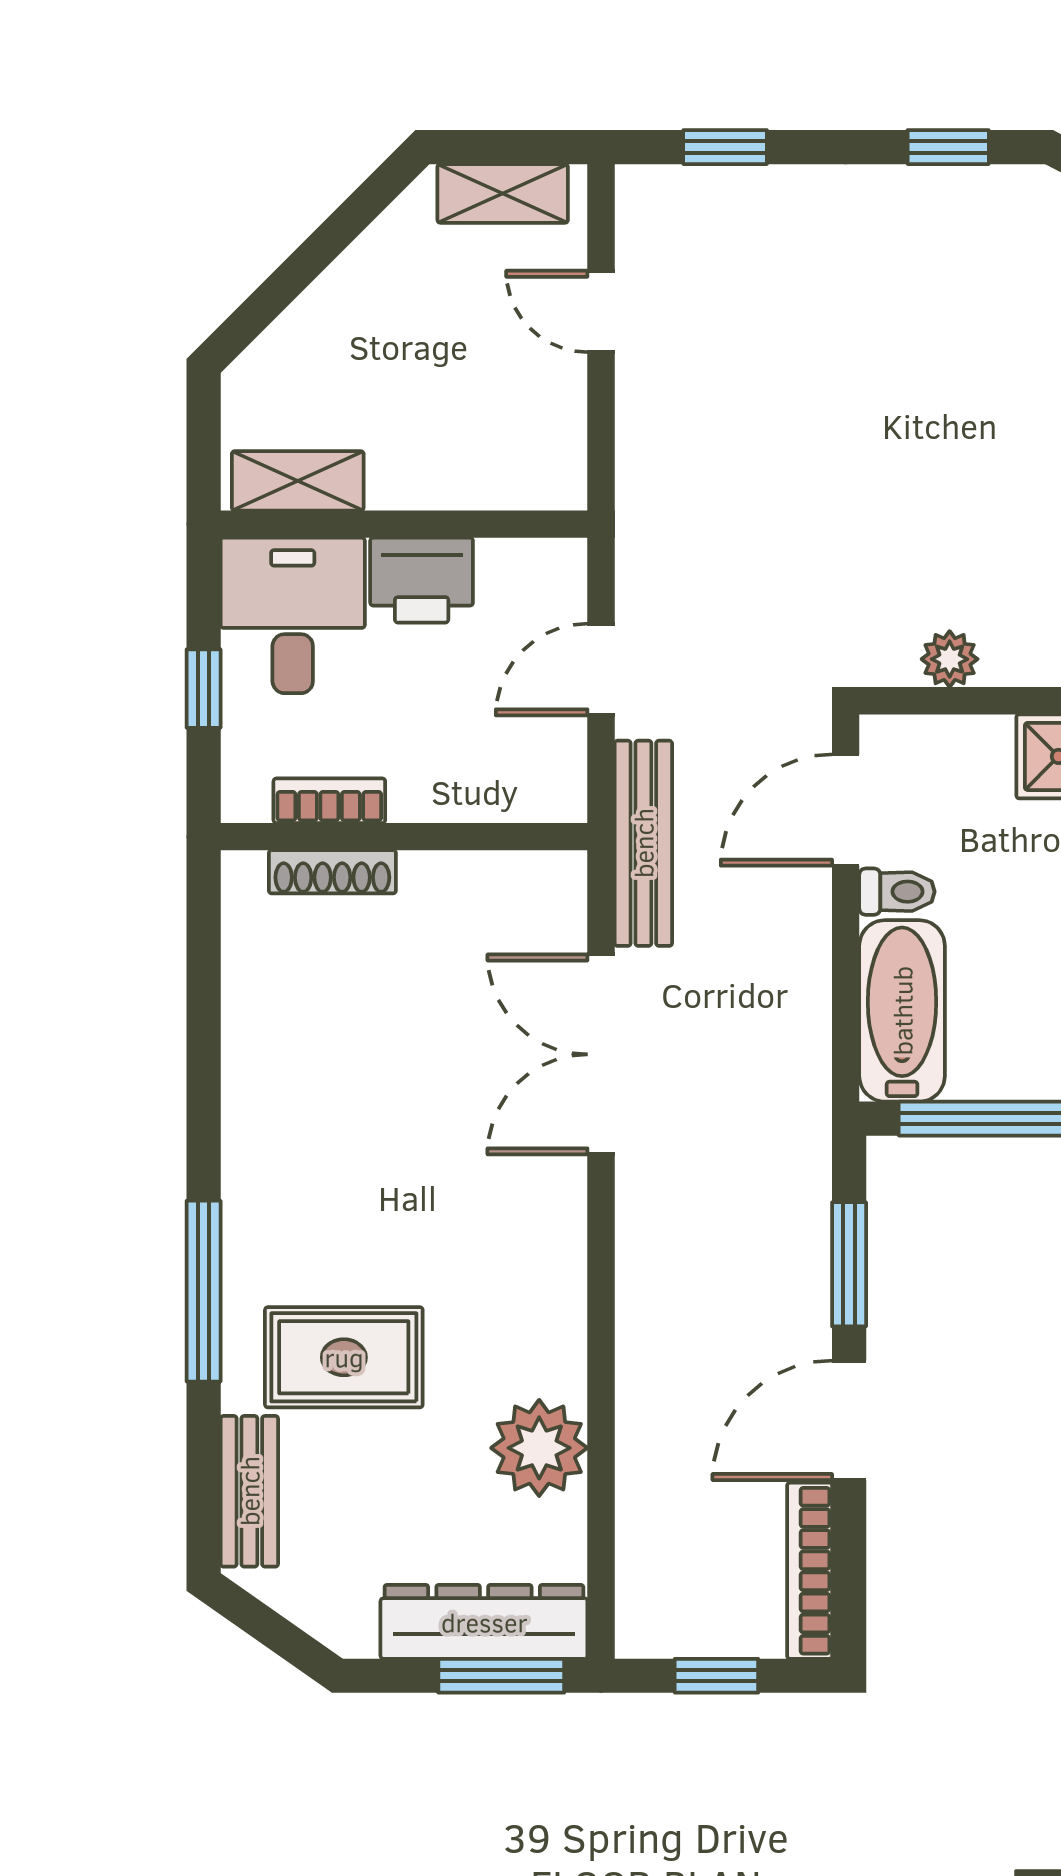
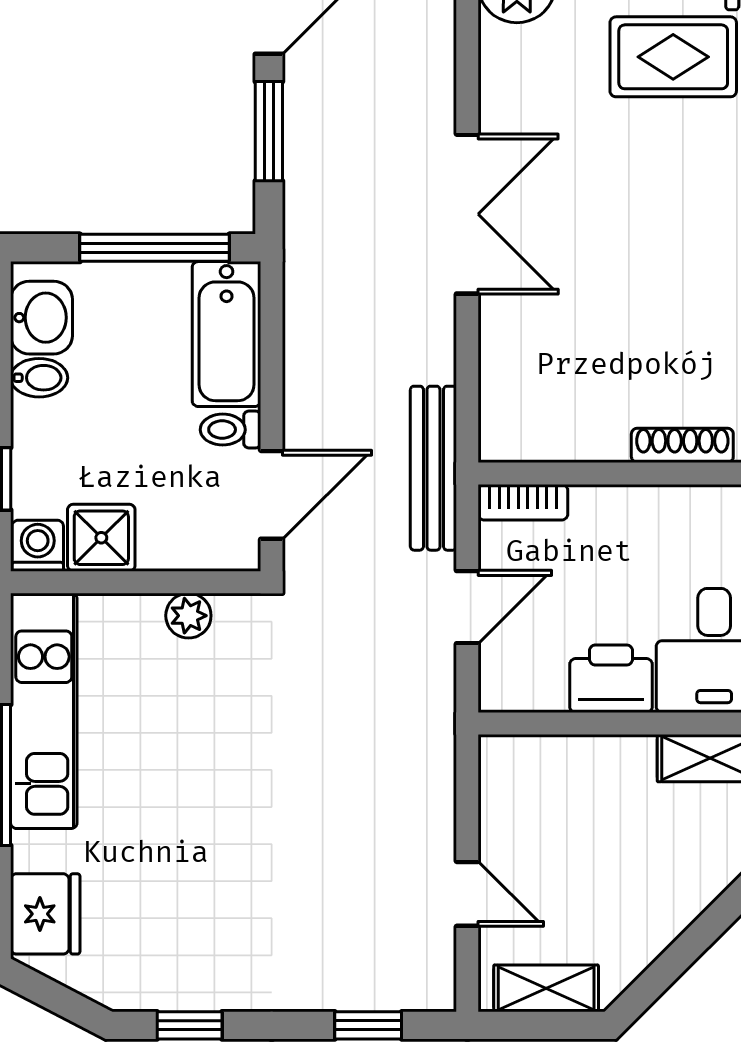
bookcase: (329, 801) -> (523, 502), moved
double door: (601, 1054) -> (467, 214), moved

